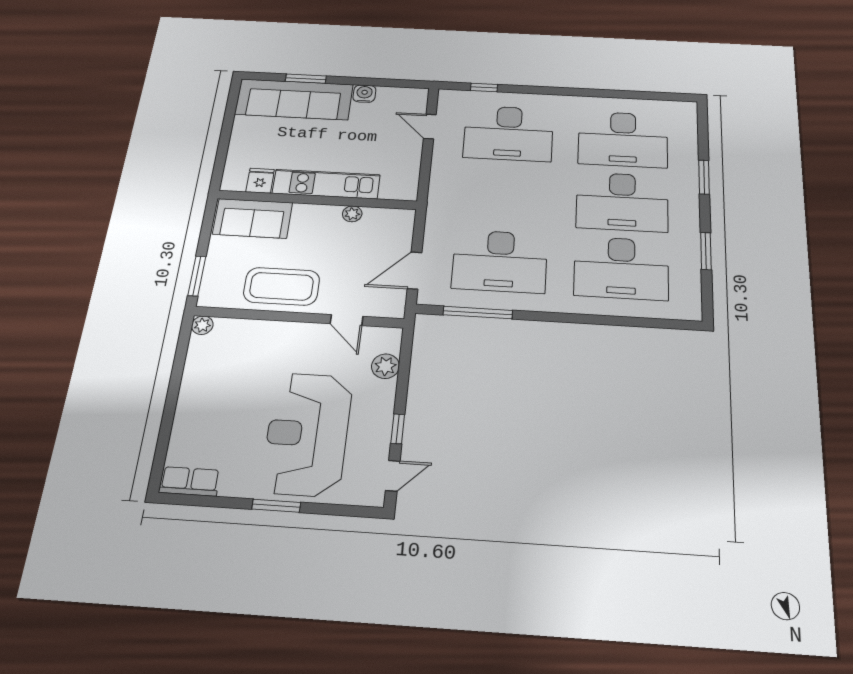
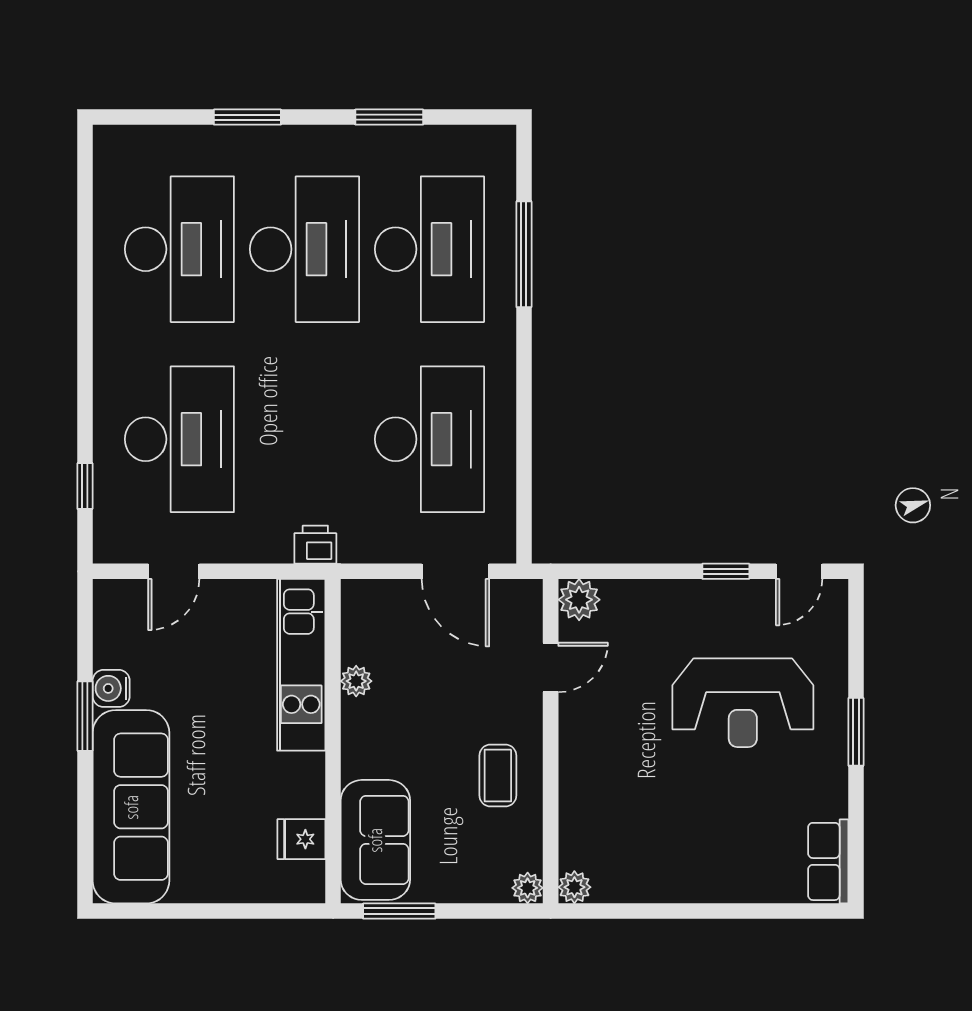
window: (306, 79) -> (85, 716), moved
kitchen unit: (326, 184) -> (301, 665), moved
printer: (439, 197) -> (315, 545), added
window: (197, 276) -> (399, 911), moved
coffee table: (282, 286) -> (498, 776), width x0.54, depth x0.58
plant: (207, 299) -> (528, 888), added
window: (478, 313) -> (524, 254), moved
plant: (385, 366) -> (579, 600), moved
reception desk: (307, 434) -> (743, 703), width x0.74, depth x0.77
door: (393, 476) -> (799, 571), swing flipped

